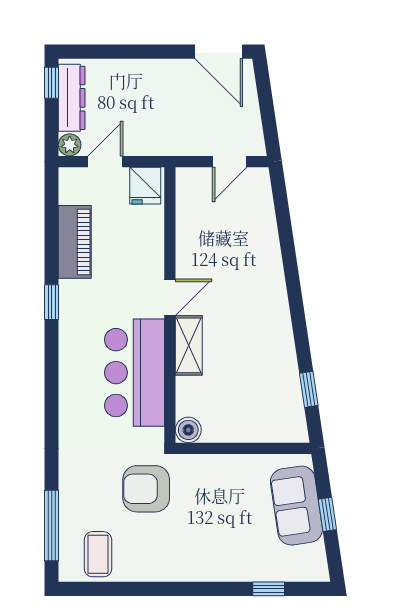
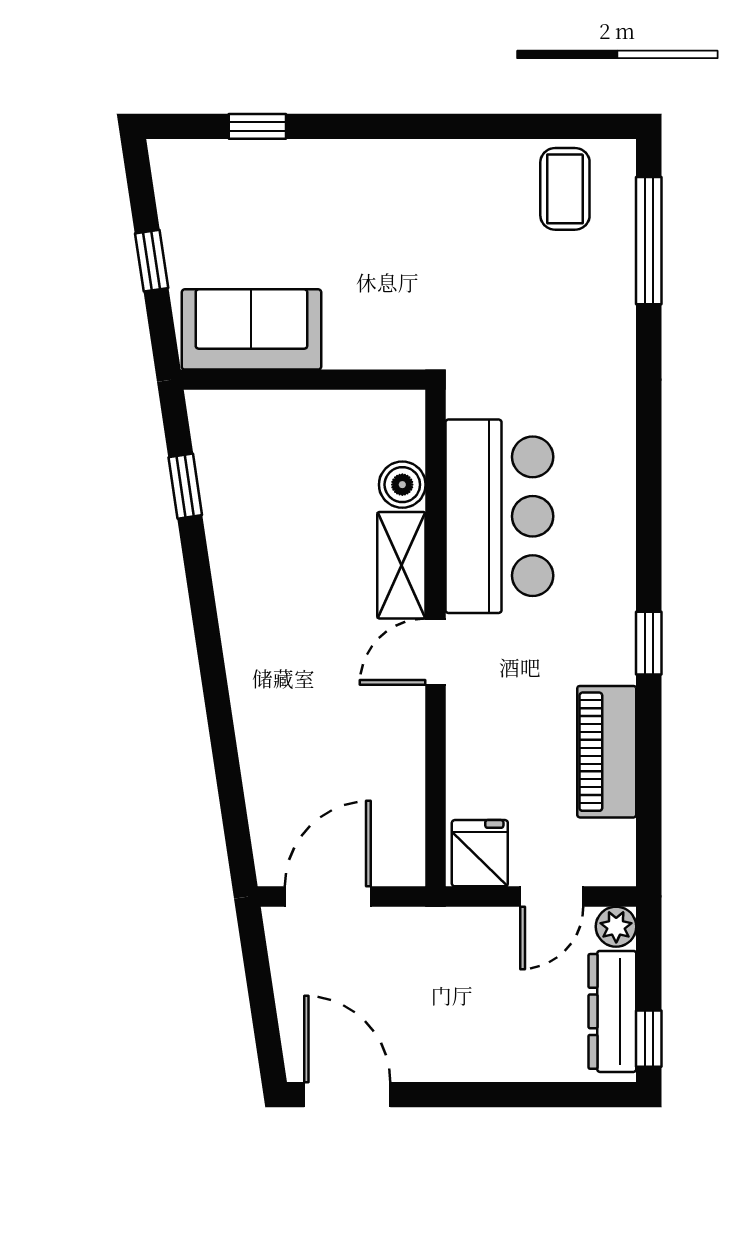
door: (230, 162) -> (328, 896), width x1.38
boiler: (188, 430) -> (402, 485), moved
armchair: (146, 489) -> (478, 307), removed
sofa: (296, 506) -> (251, 329), moved, turned -82

